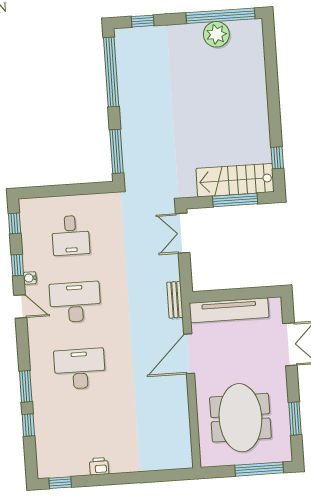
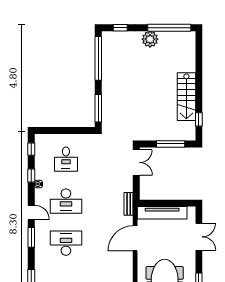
plant: (216, 34) -> (150, 39), moved
stairs: (235, 180) -> (186, 97), moved, turned -90
double door: (183, 233) -> (136, 162), swing flipped
desk: (75, 302) -> (66, 201), turned 180
door: (20, 306) -> (31, 212), moved
window: (26, 386) -> (31, 237), moved

